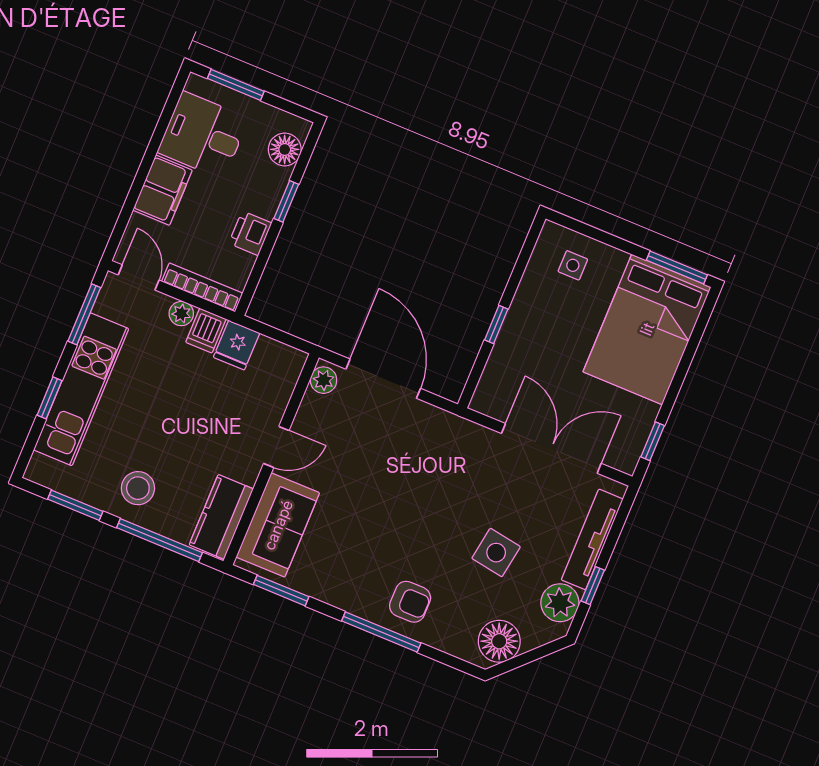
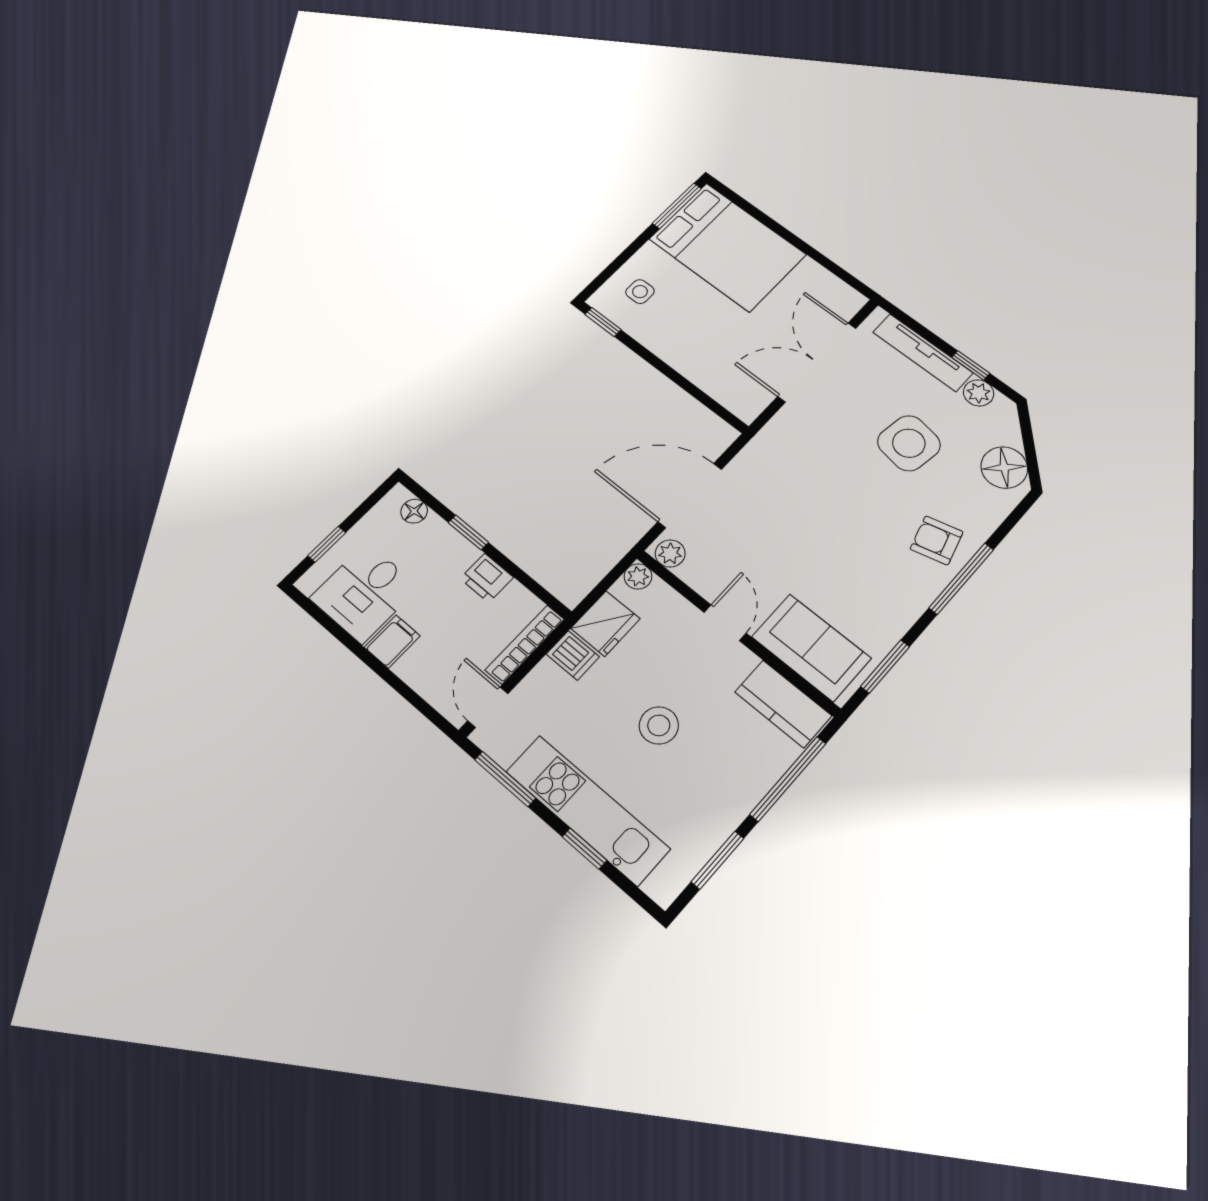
window: (236, 85) -> (327, 544), width x0.67
floor lamp: (285, 149) -> (414, 511), width x0.73, depth x0.73
filing cabinet: (163, 190) -> (392, 642), width x0.50
door: (139, 277) -> (488, 707), hinge flipped
plant: (181, 314) -> (638, 576), moved
window: (496, 325) -> (603, 322), moved
fridge: (237, 345) -> (605, 624), width x1.38
window: (653, 441) -> (840, 273), removed
stool: (138, 488) -> (659, 725), moved
side table: (496, 553) -> (909, 443), width x1.37, depth x1.37
armchair: (410, 602) -> (937, 540), turned -105
plant: (560, 603) -> (979, 393), width x0.73, depth x0.73

